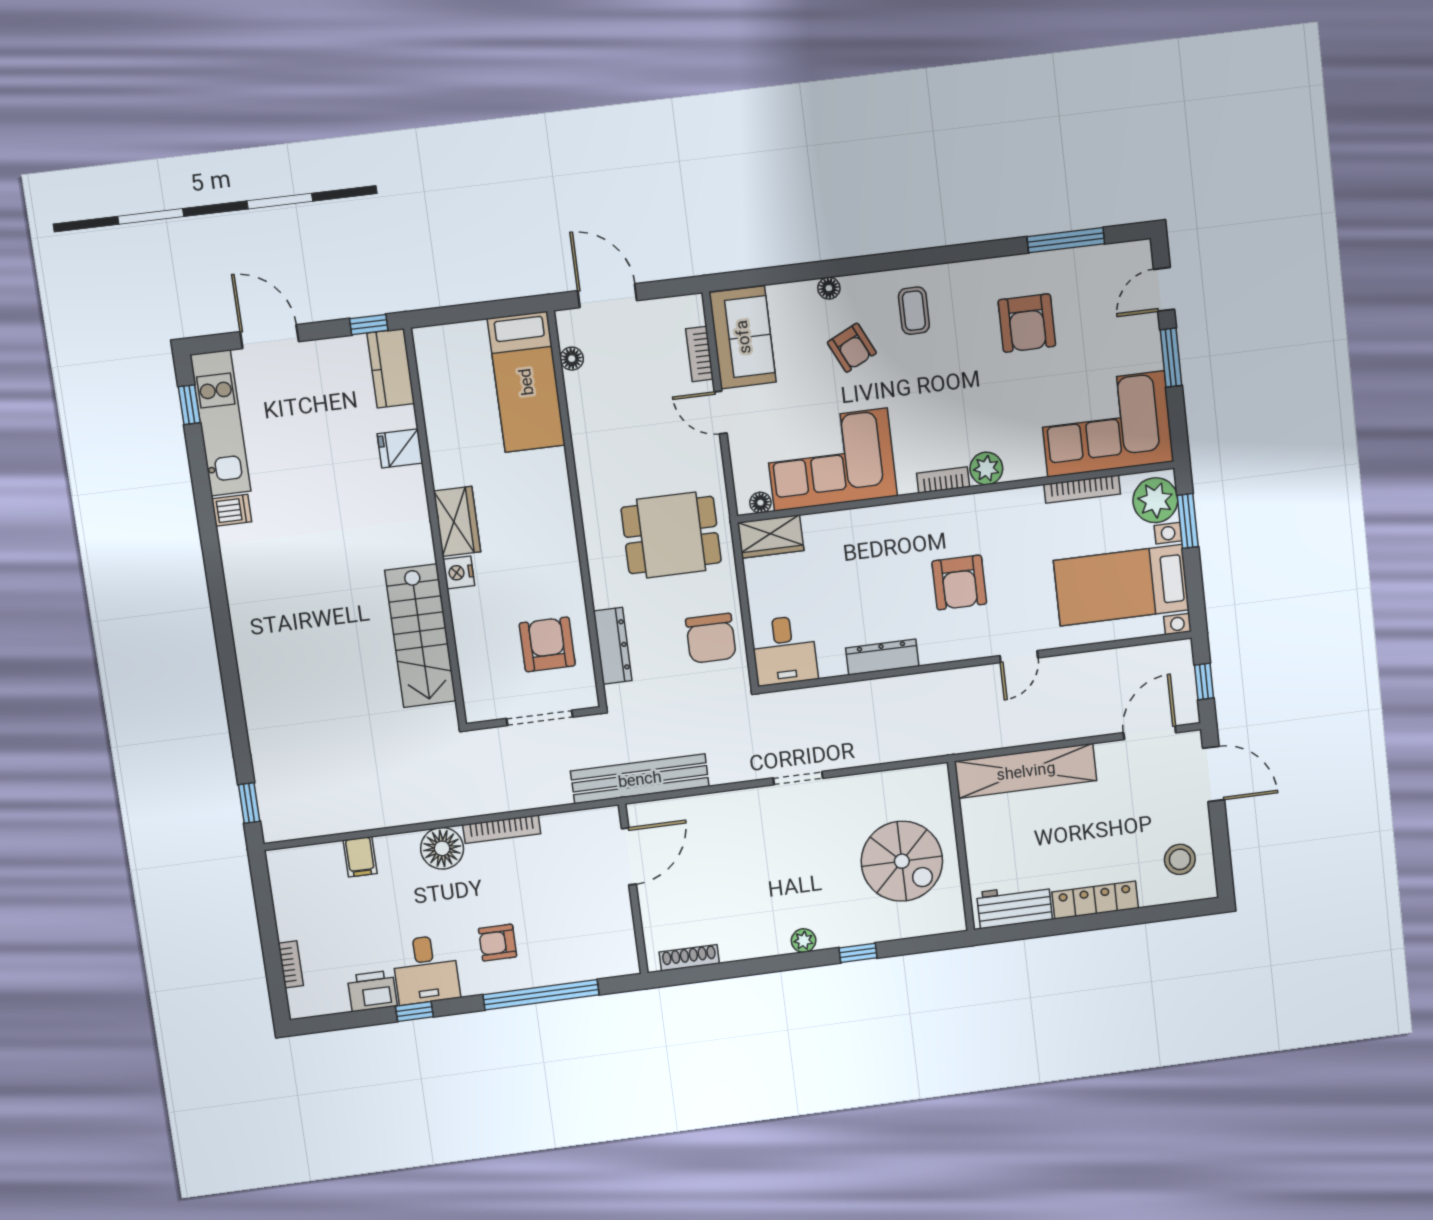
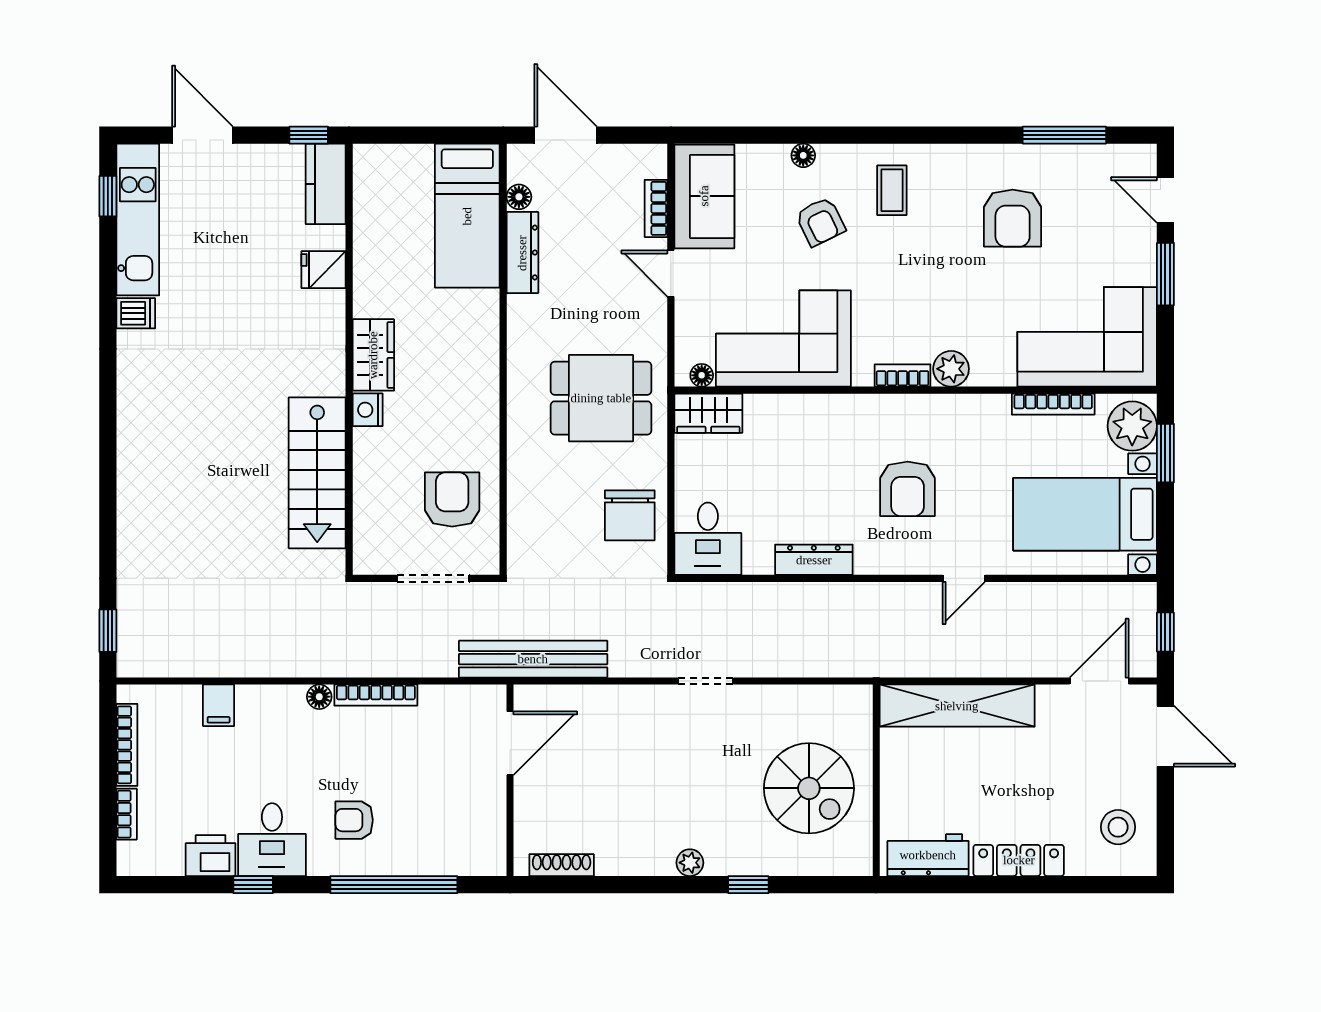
door: (1164, 289) -> (1165, 200), hinge flipped
dresser: (613, 646) -> (522, 253), moved
floor lamp: (442, 848) -> (319, 697), width x0.53, depth x0.53
bookcase: (282, 903) -> (127, 745), added

